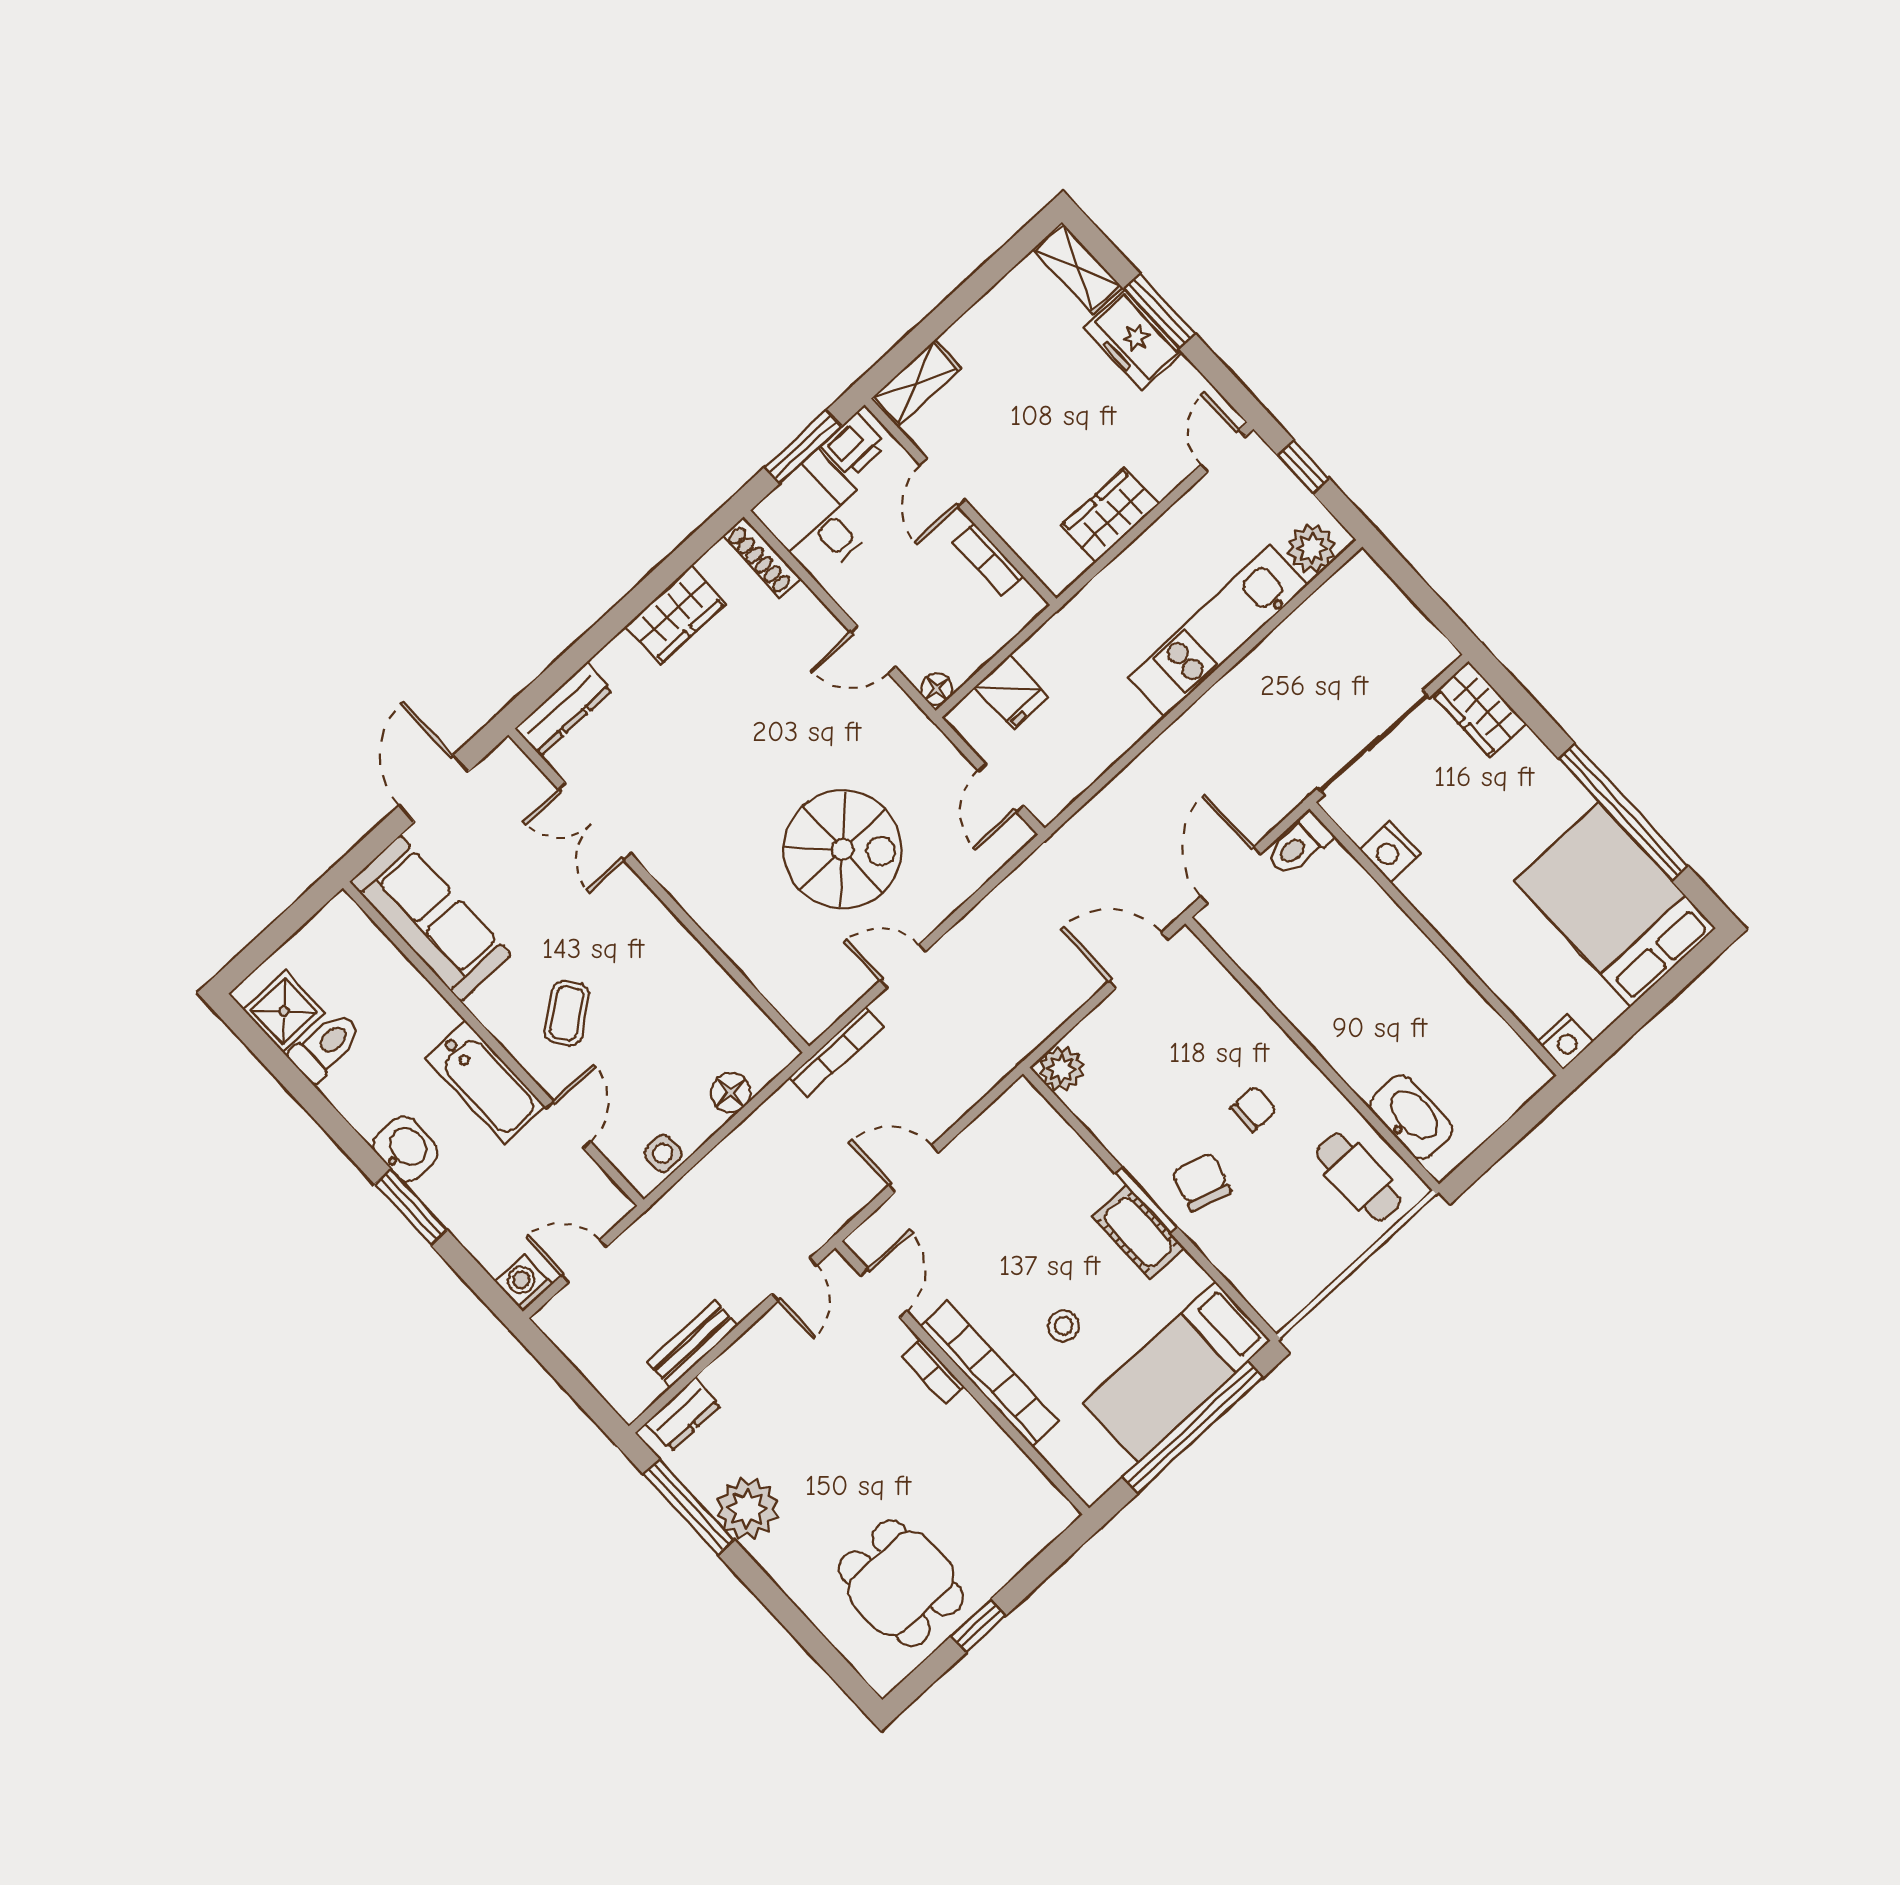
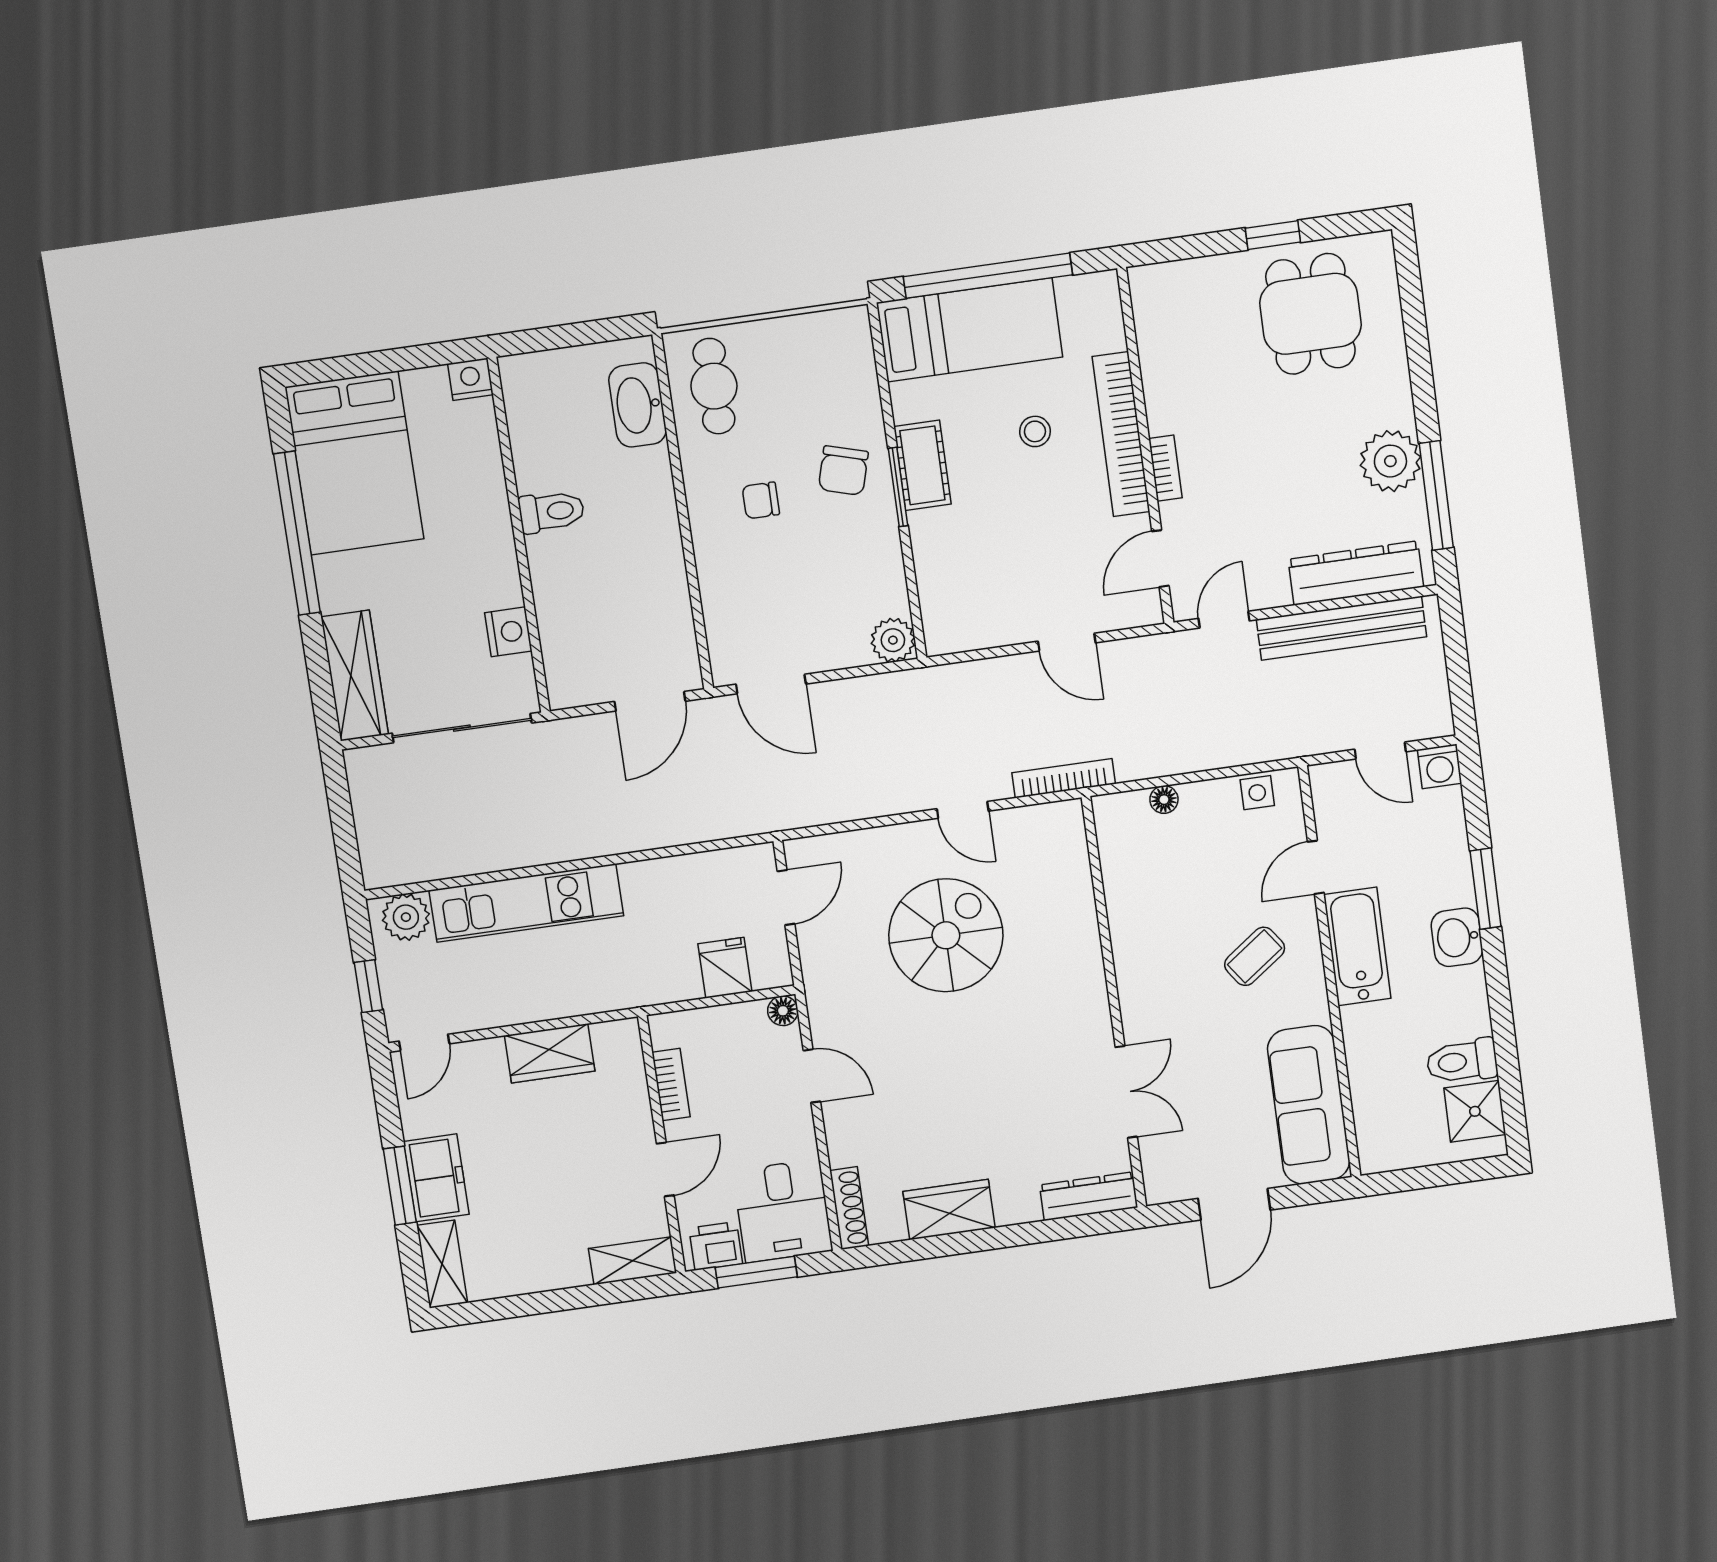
wardrobe: (1479, 709) -> (355, 676), width x1.50
toilet: (1299, 845) -> (551, 512), moved
spiral stairs: (843, 849) -> (946, 935), turned 90
floor lamp: (731, 1093) -> (1164, 800), width x0.73, depth x0.73
bench: (692, 1344) -> (1341, 628), width x1.86, depth x1.21
dresser: (683, 1414) -> (1356, 573), width x1.96, depth x1.24

